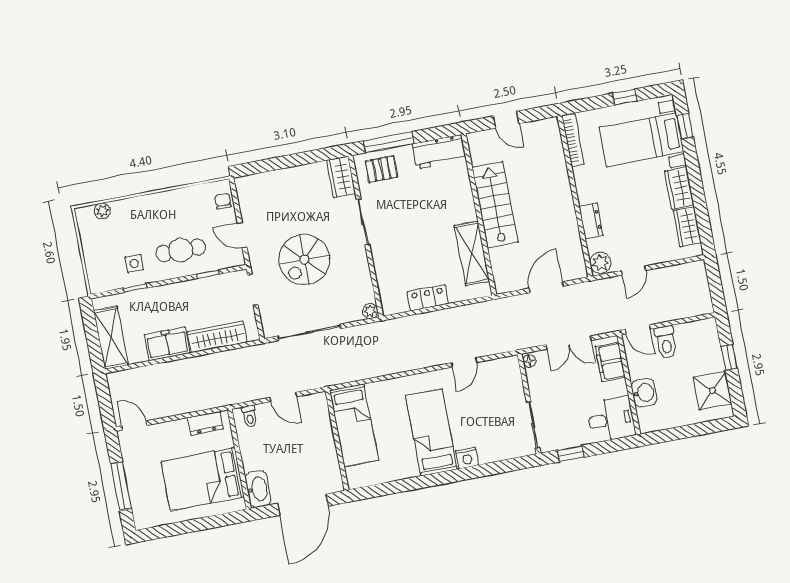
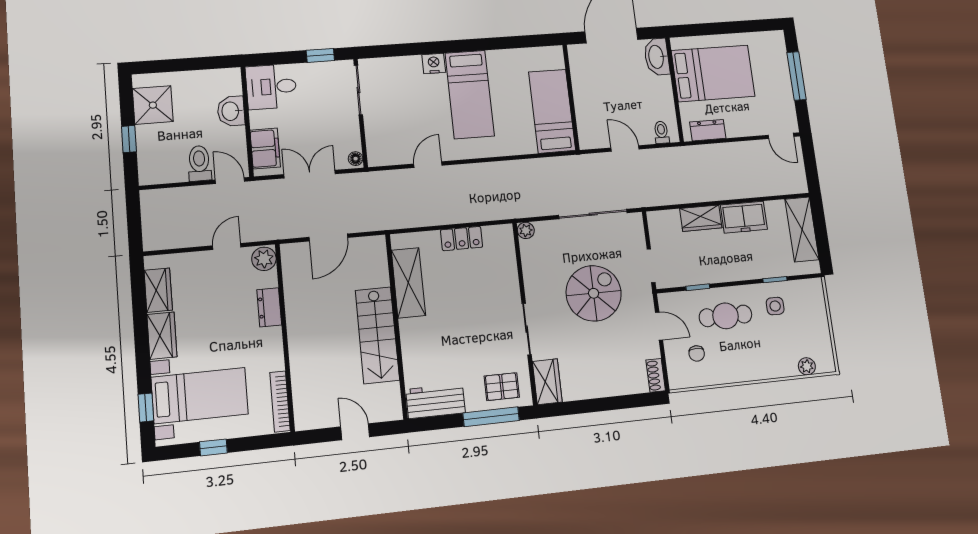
shoe rack: (243, 191) -> (656, 375), added
chair: (223, 201) -> (697, 353), moved
wardrobe: (217, 337) -> (701, 218), width x0.67

